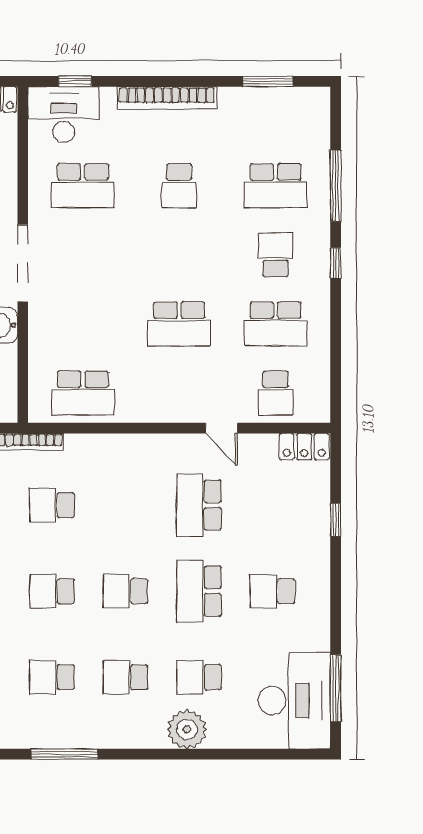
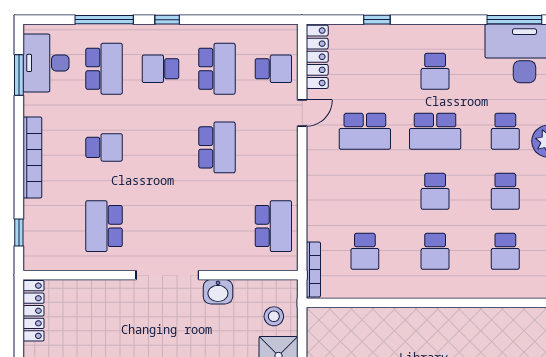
desk: (64, 115) -> (46, 63), moved
school desk: (83, 186) -> (104, 226), turned 180
locker: (304, 447) -> (317, 57), width x1.53

